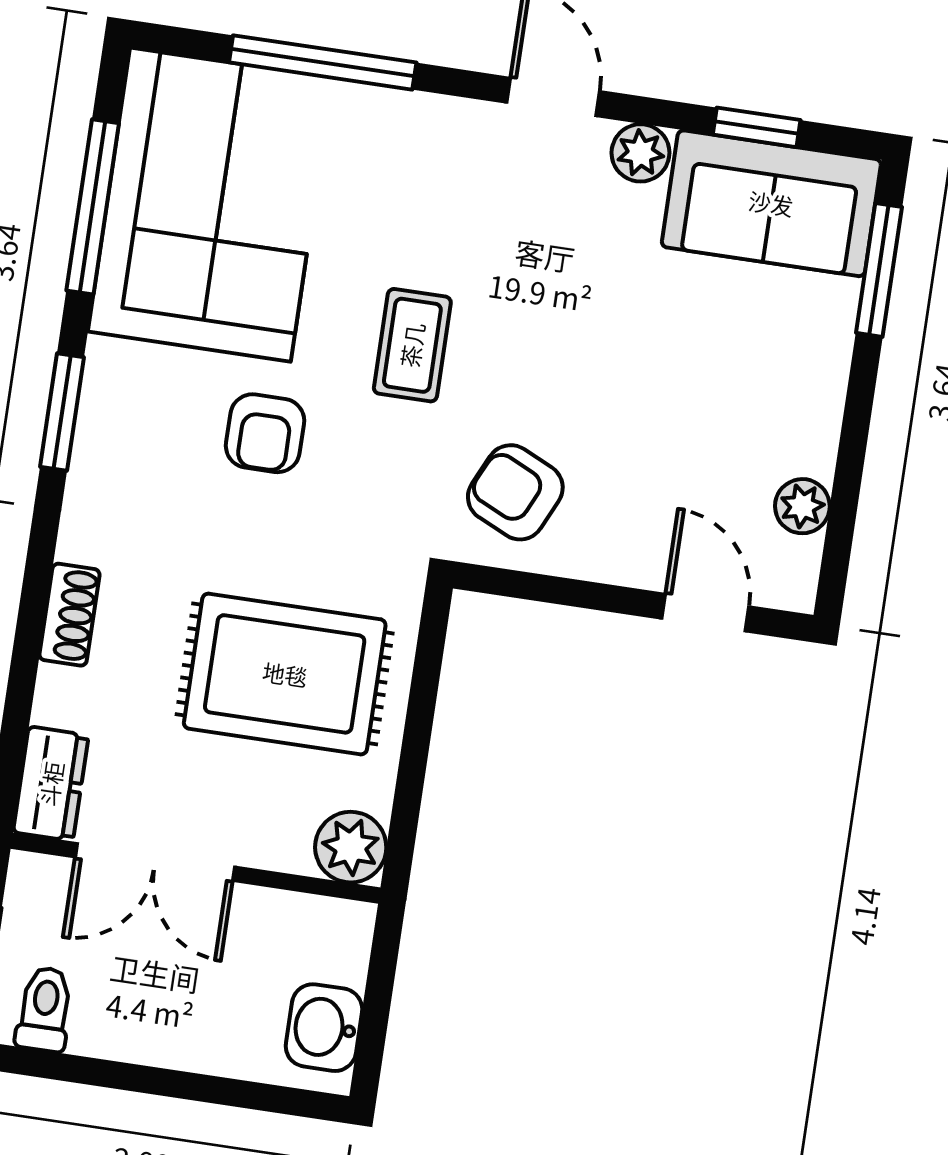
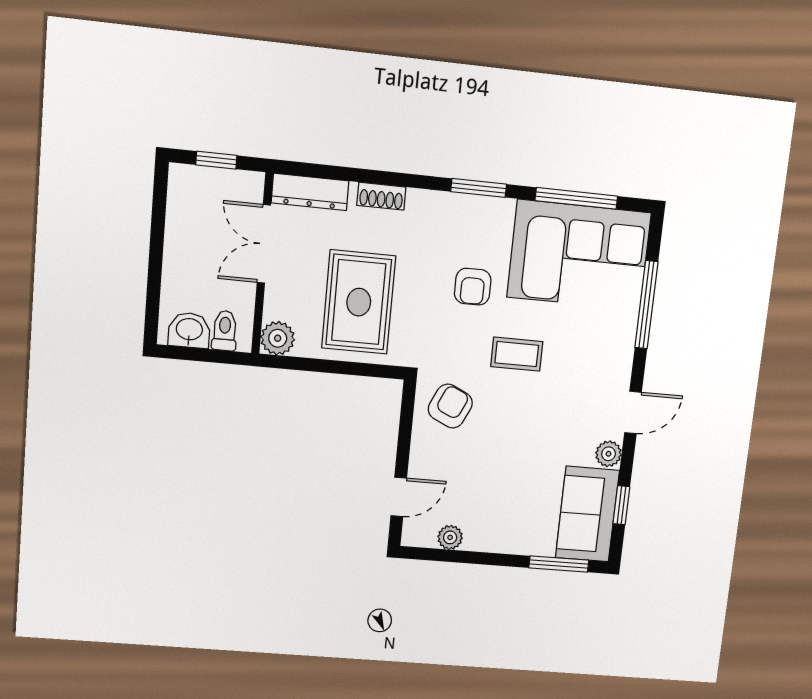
armchair: (265, 433) -> (473, 287), turned -90
dresser: (51, 784) -> (310, 192), width x1.44
toilet: (45, 1009) -> (225, 331), moved, turned -90

